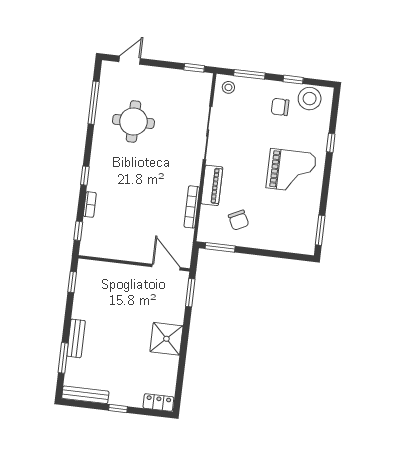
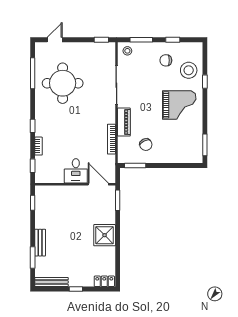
stool: (310, 99) -> (189, 70), moved
round table: (133, 121) -> (63, 83), width x1.36, depth x1.36
desk: (137, 245) -> (76, 171), added

